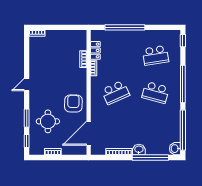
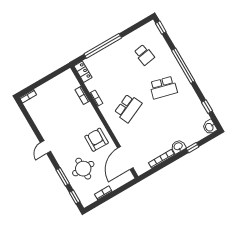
locker: (95, 50) -> (83, 72), moved
school desk: (155, 55) -> (144, 55), width x0.54
window: (183, 130) -> (207, 107), width x0.32
window: (150, 157) -> (193, 148), width x0.32

